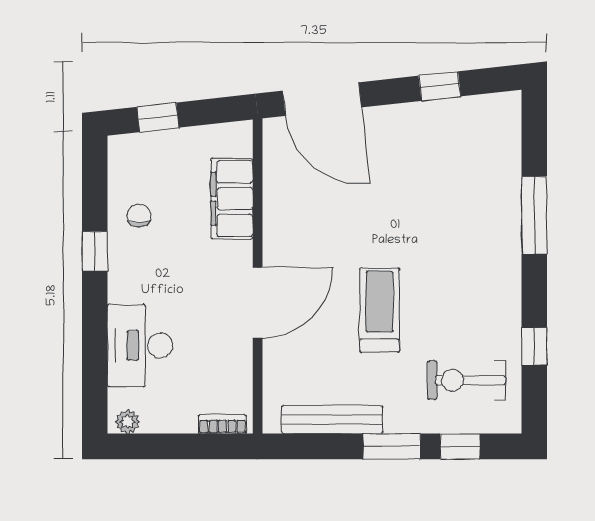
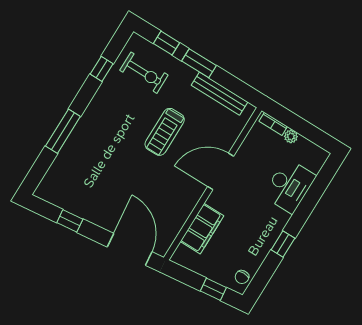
chair: (139, 216) -> (242, 277), moved
plant: (127, 422) -> (291, 136), moved

